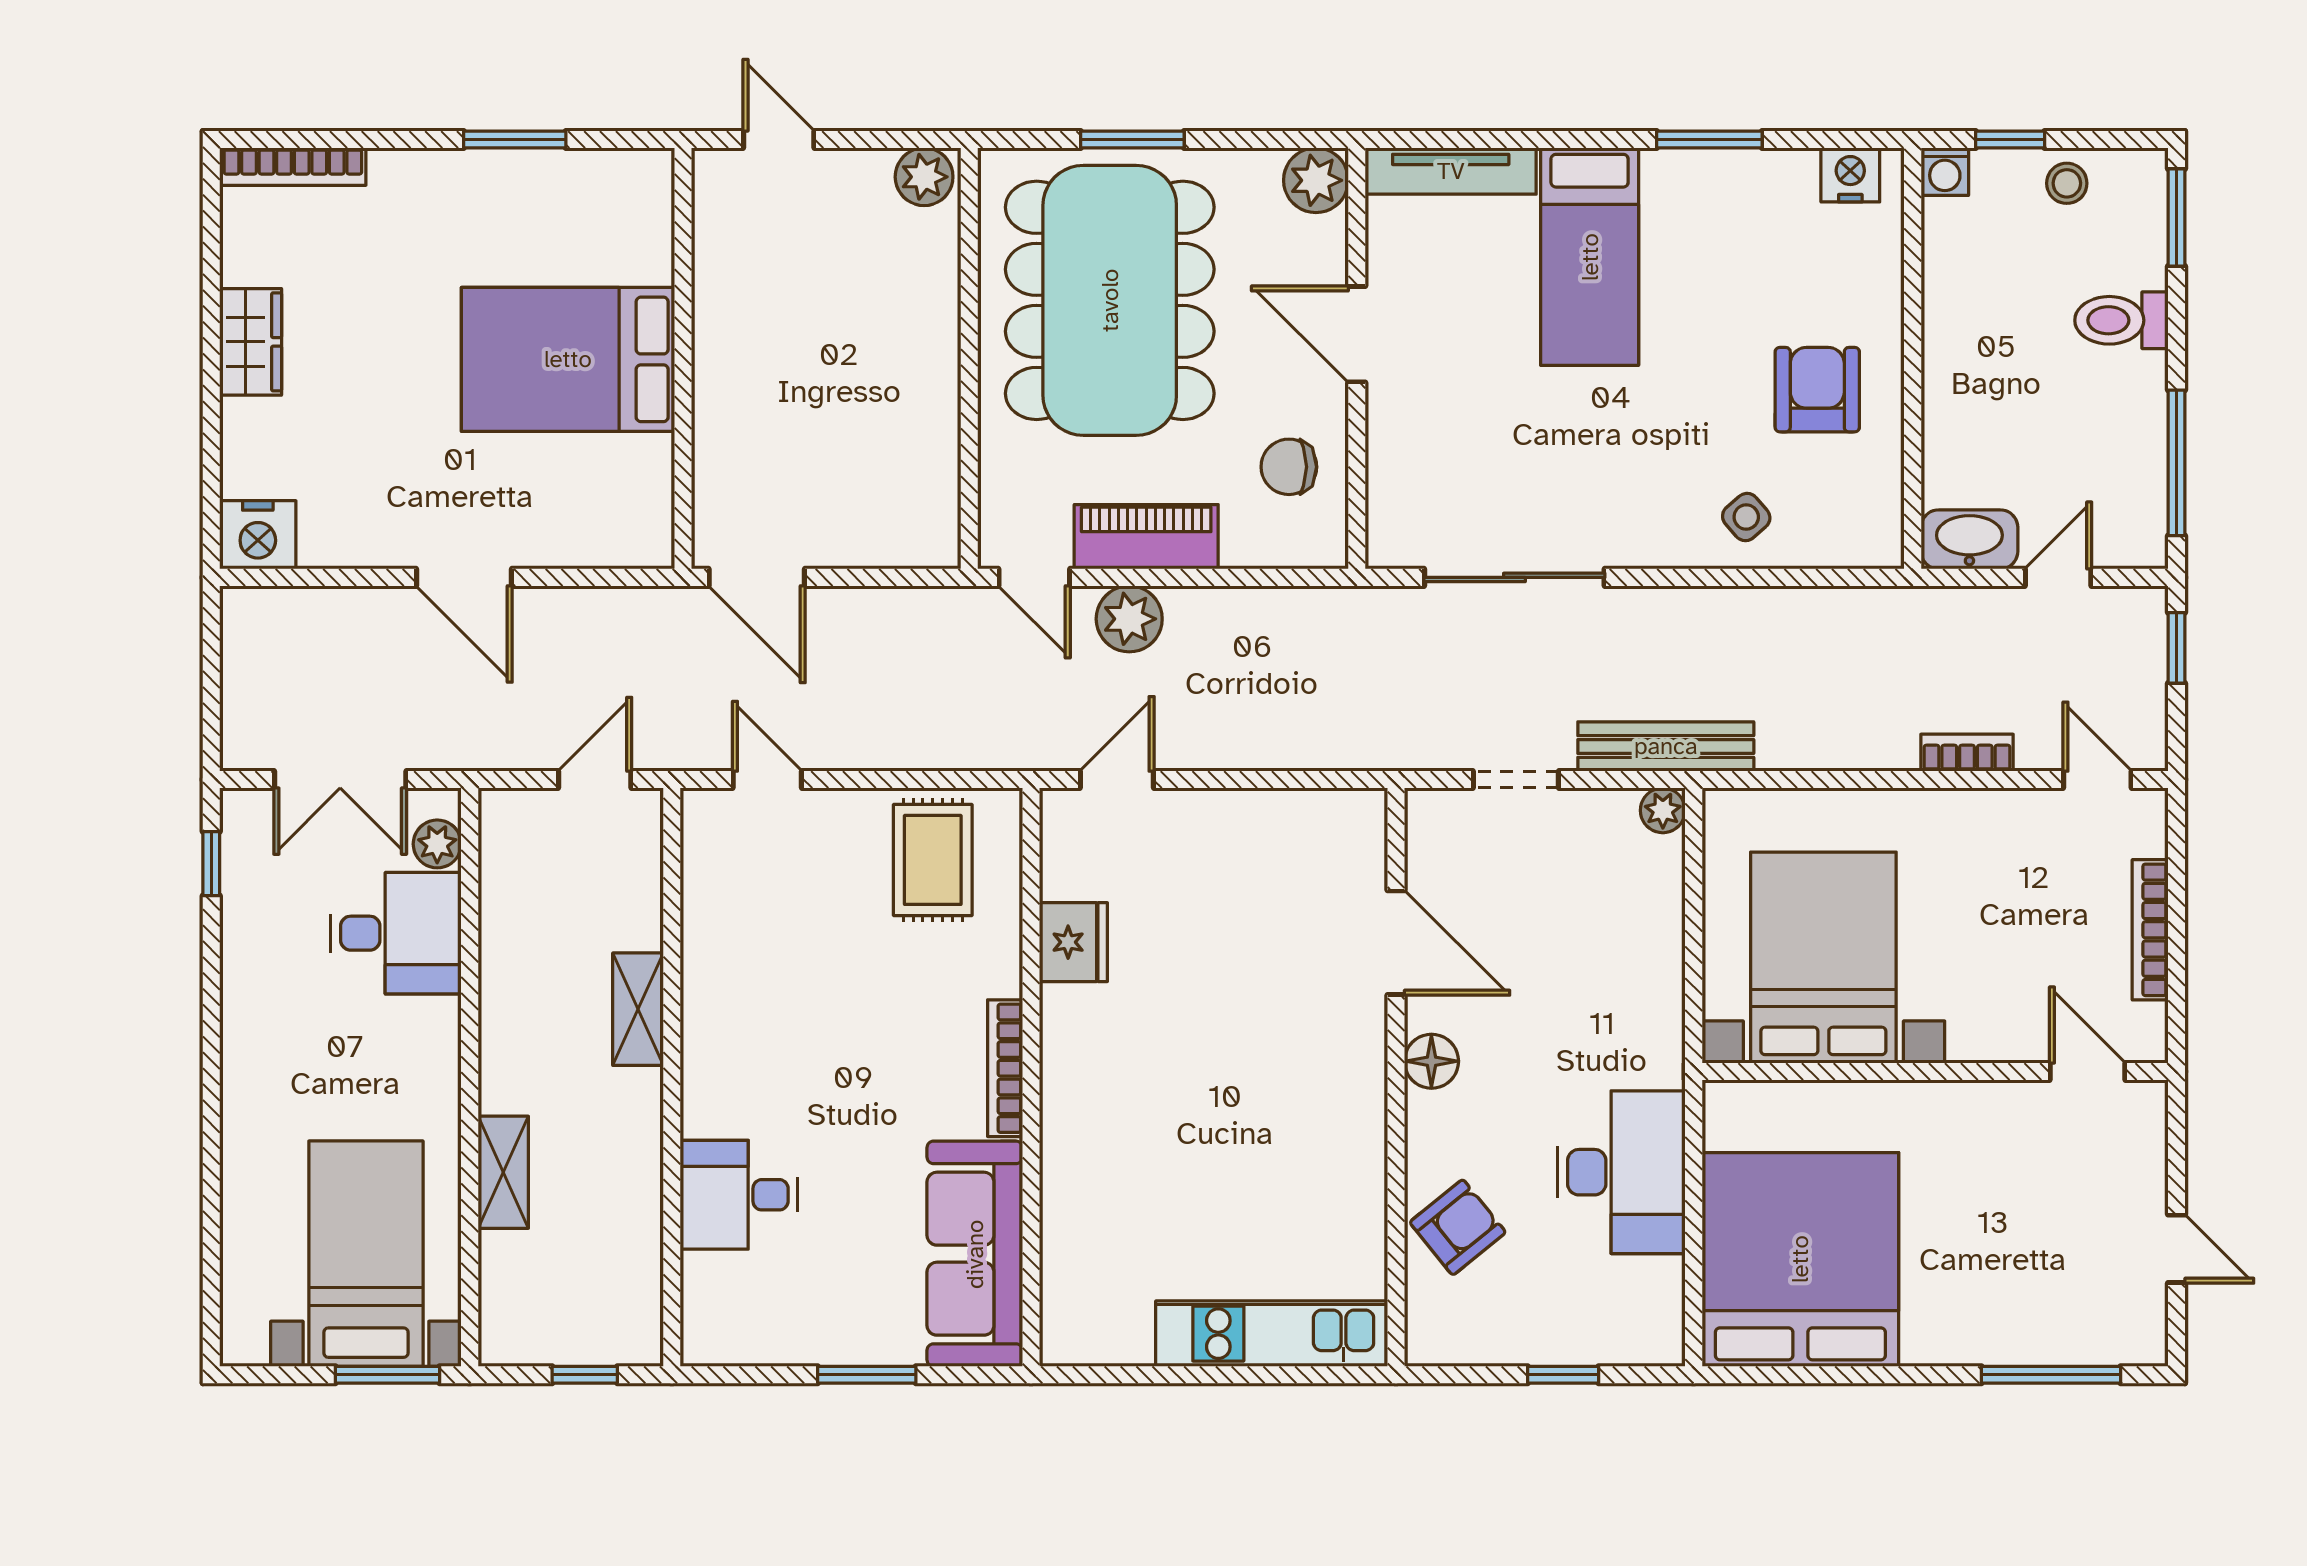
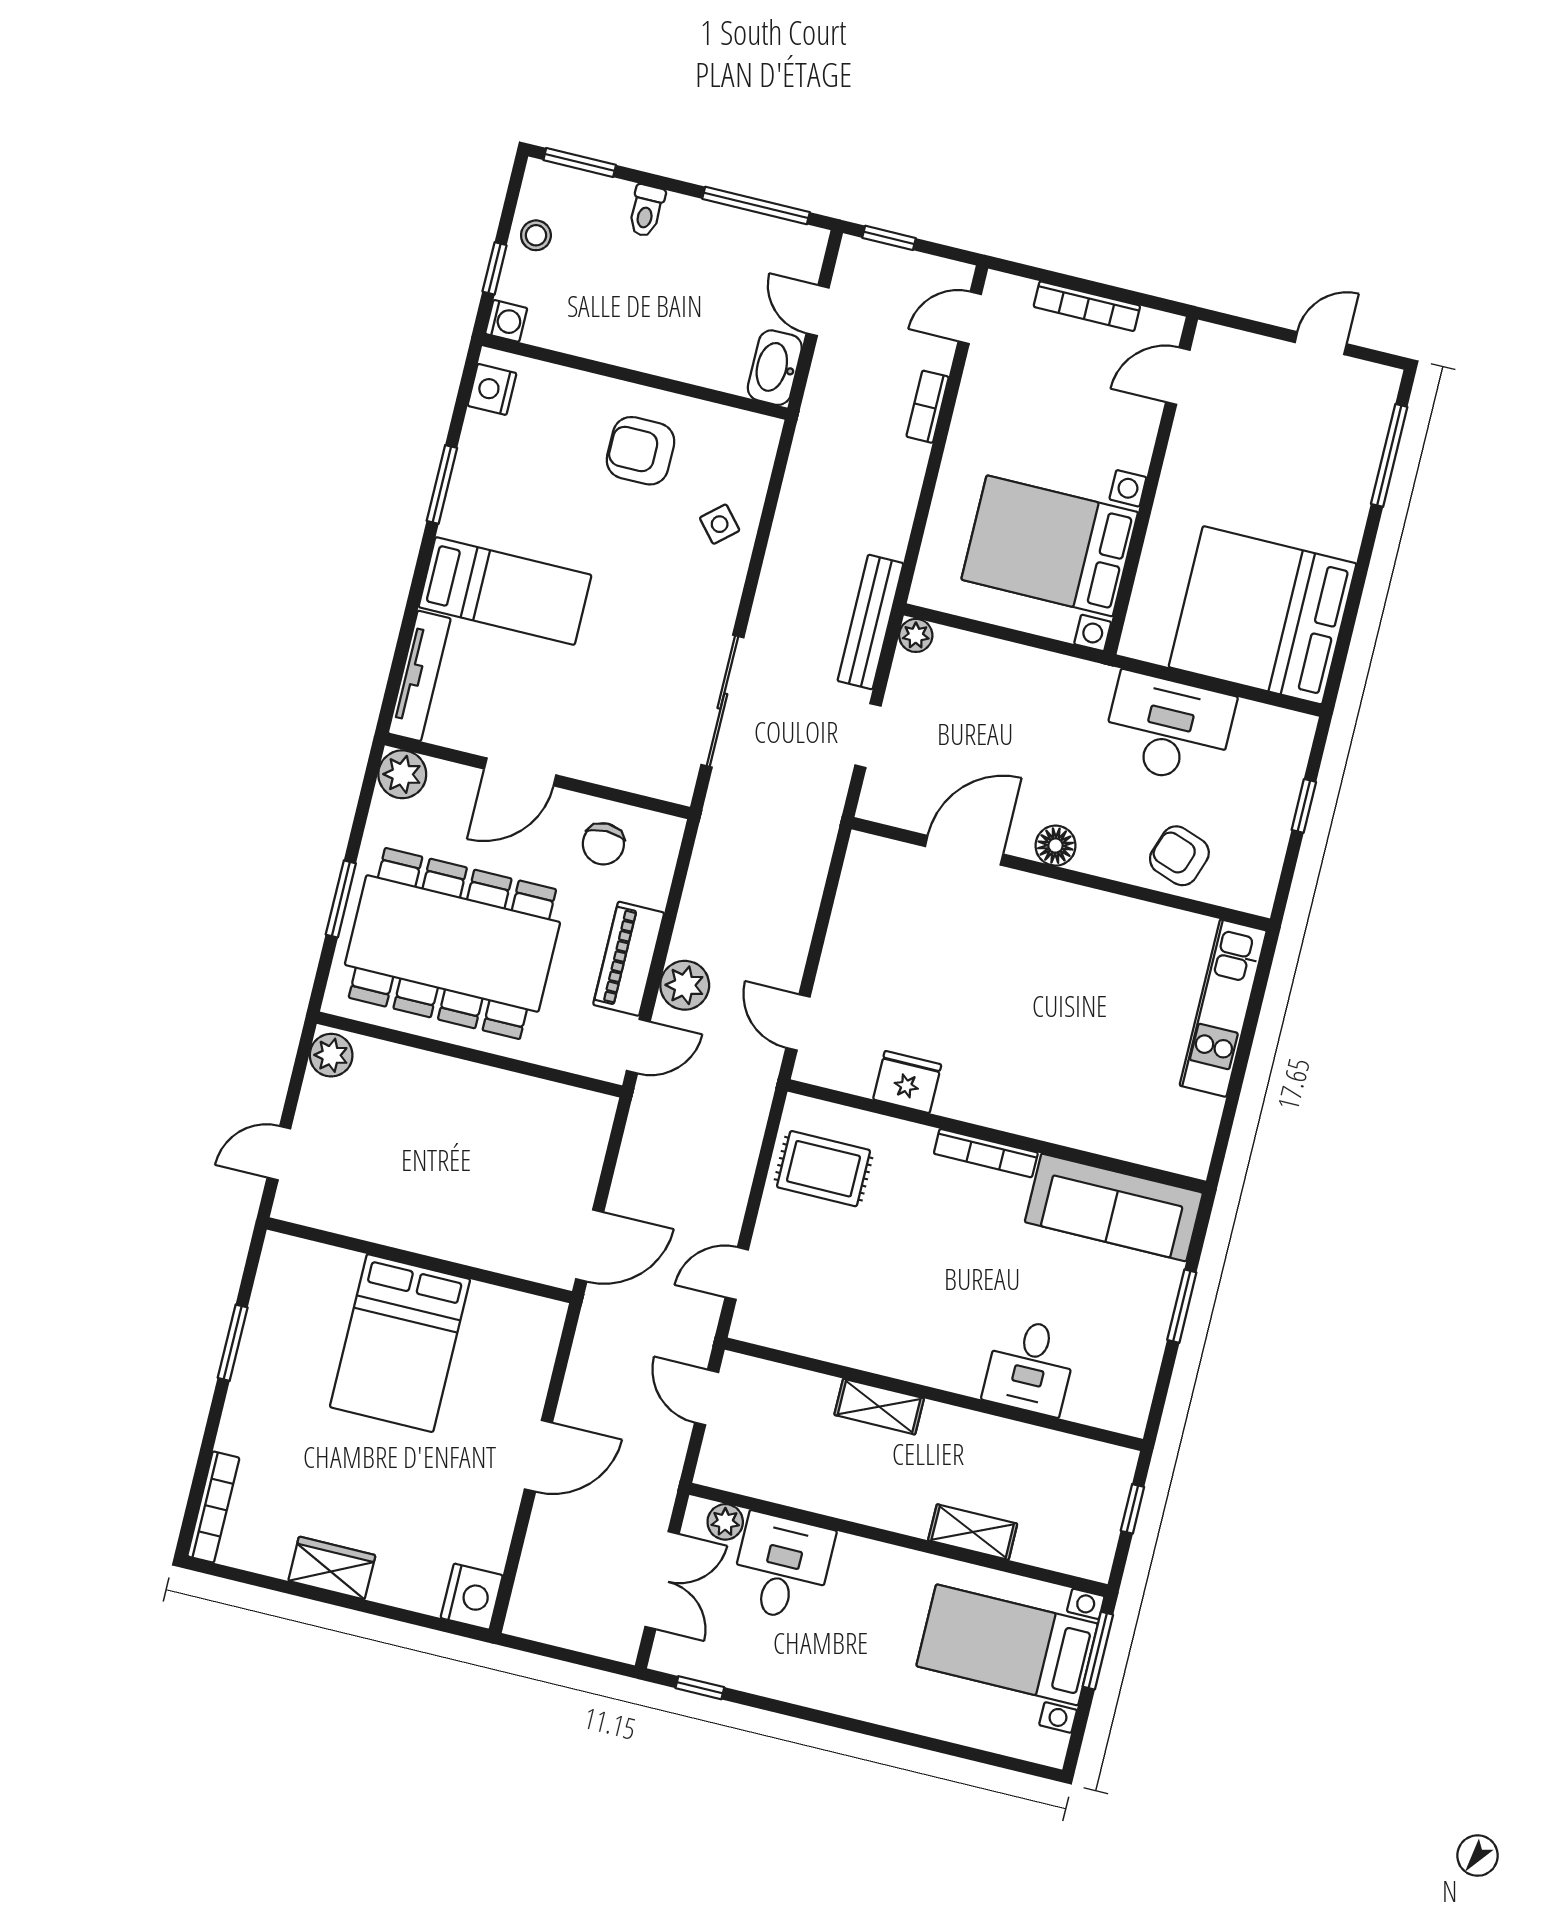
toilet: (2121, 320) -> (646, 211), width x0.73, depth x0.72
armchair: (1458, 1227) -> (1179, 856), turned -32

